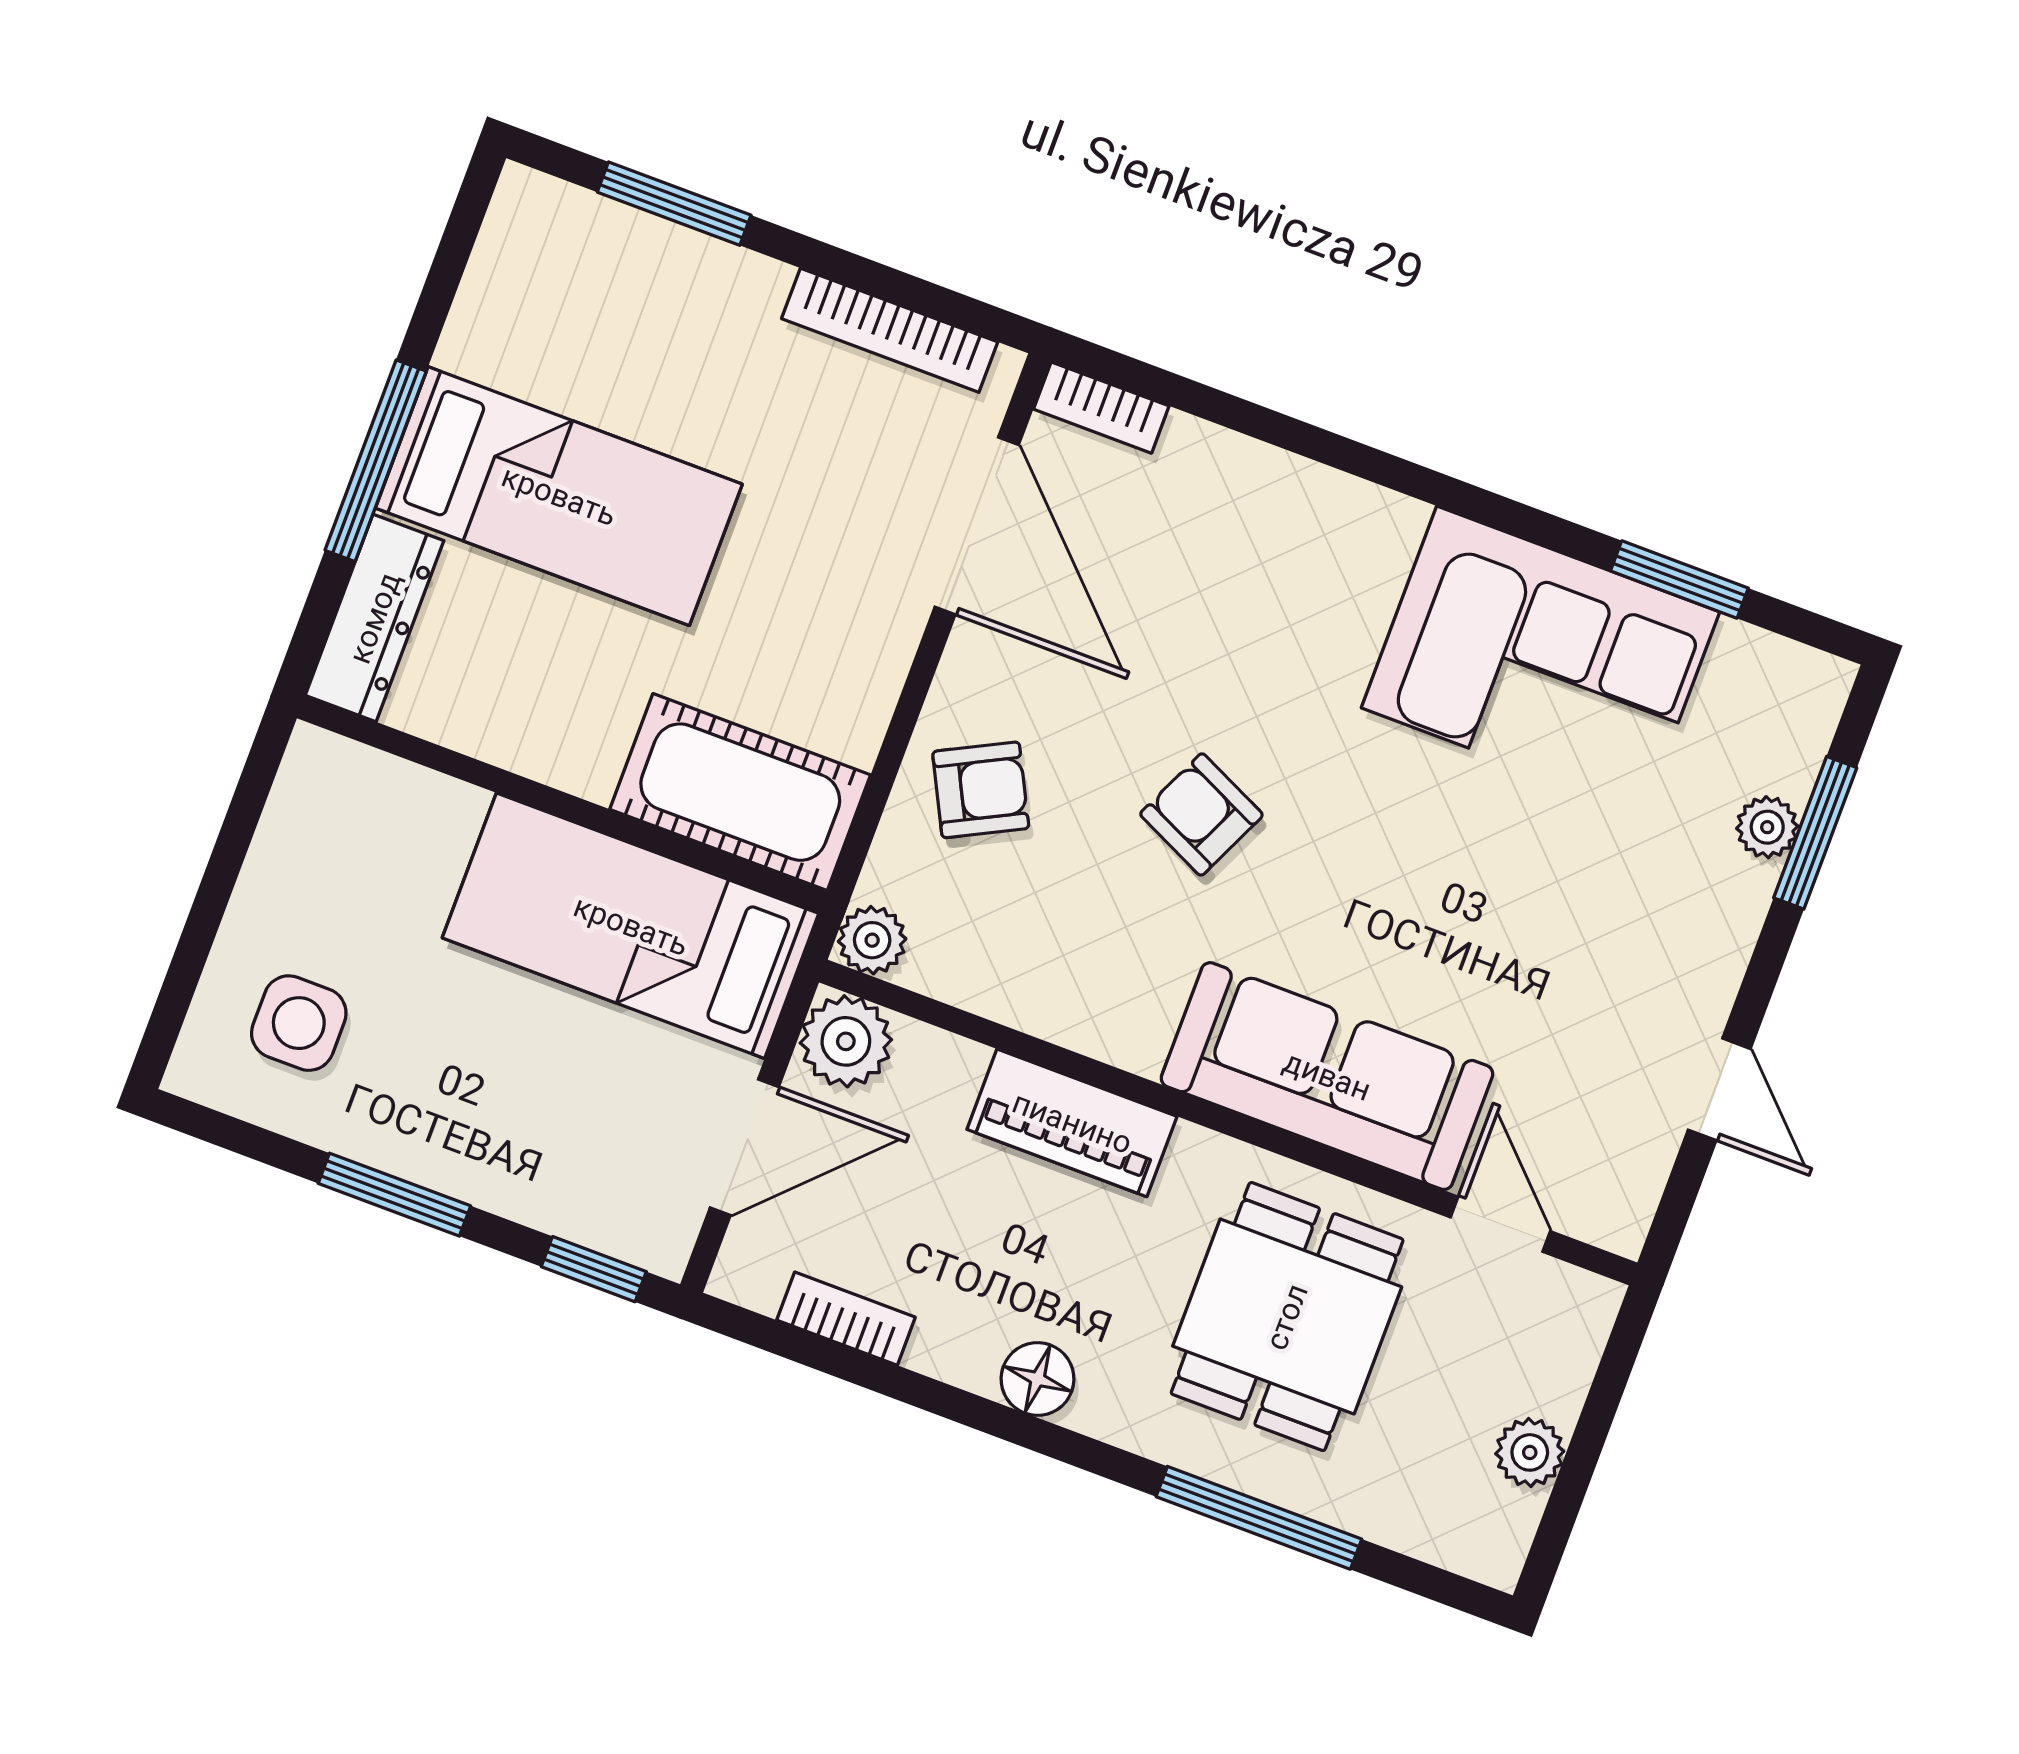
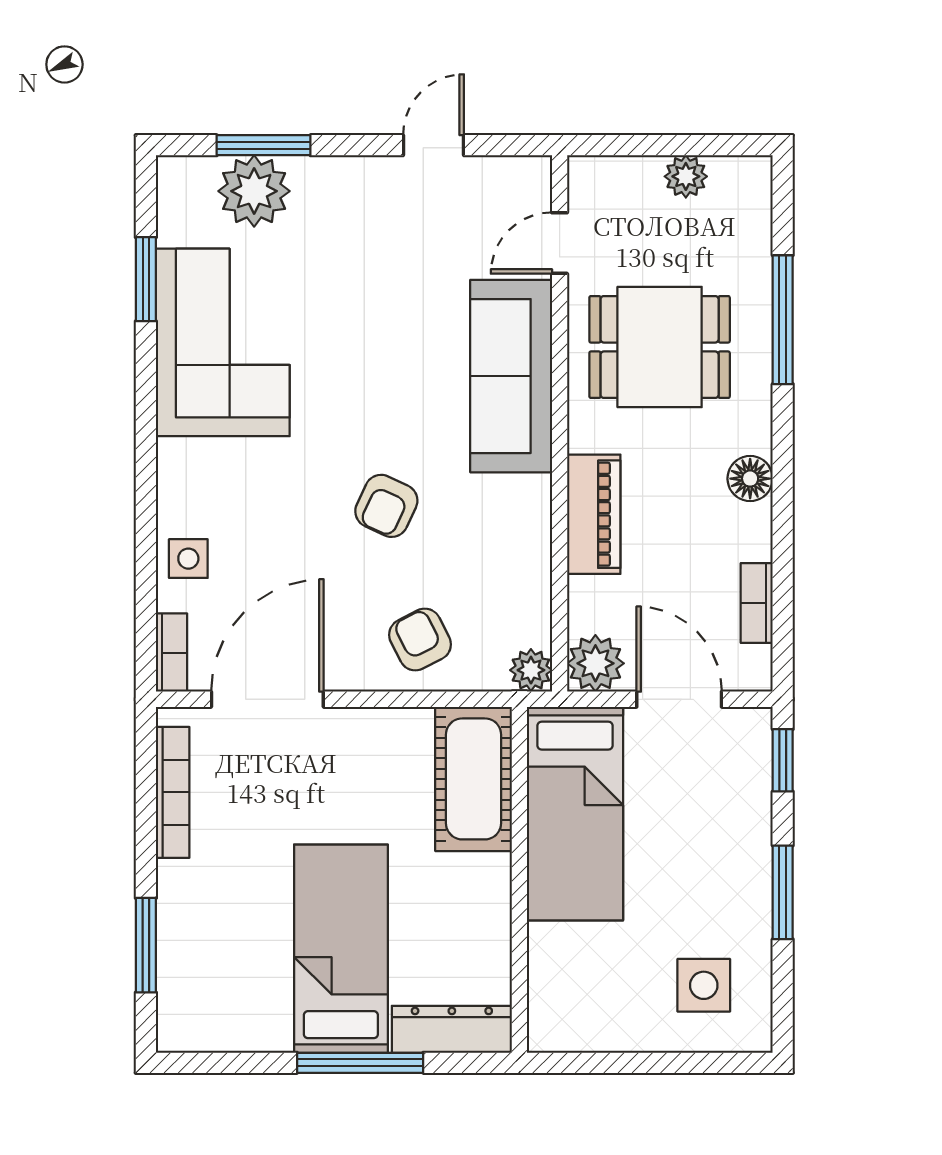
side table: (1234, 486) -> (188, 559), added
plant: (1767, 827) -> (254, 191), width x1.88, depth x1.88

